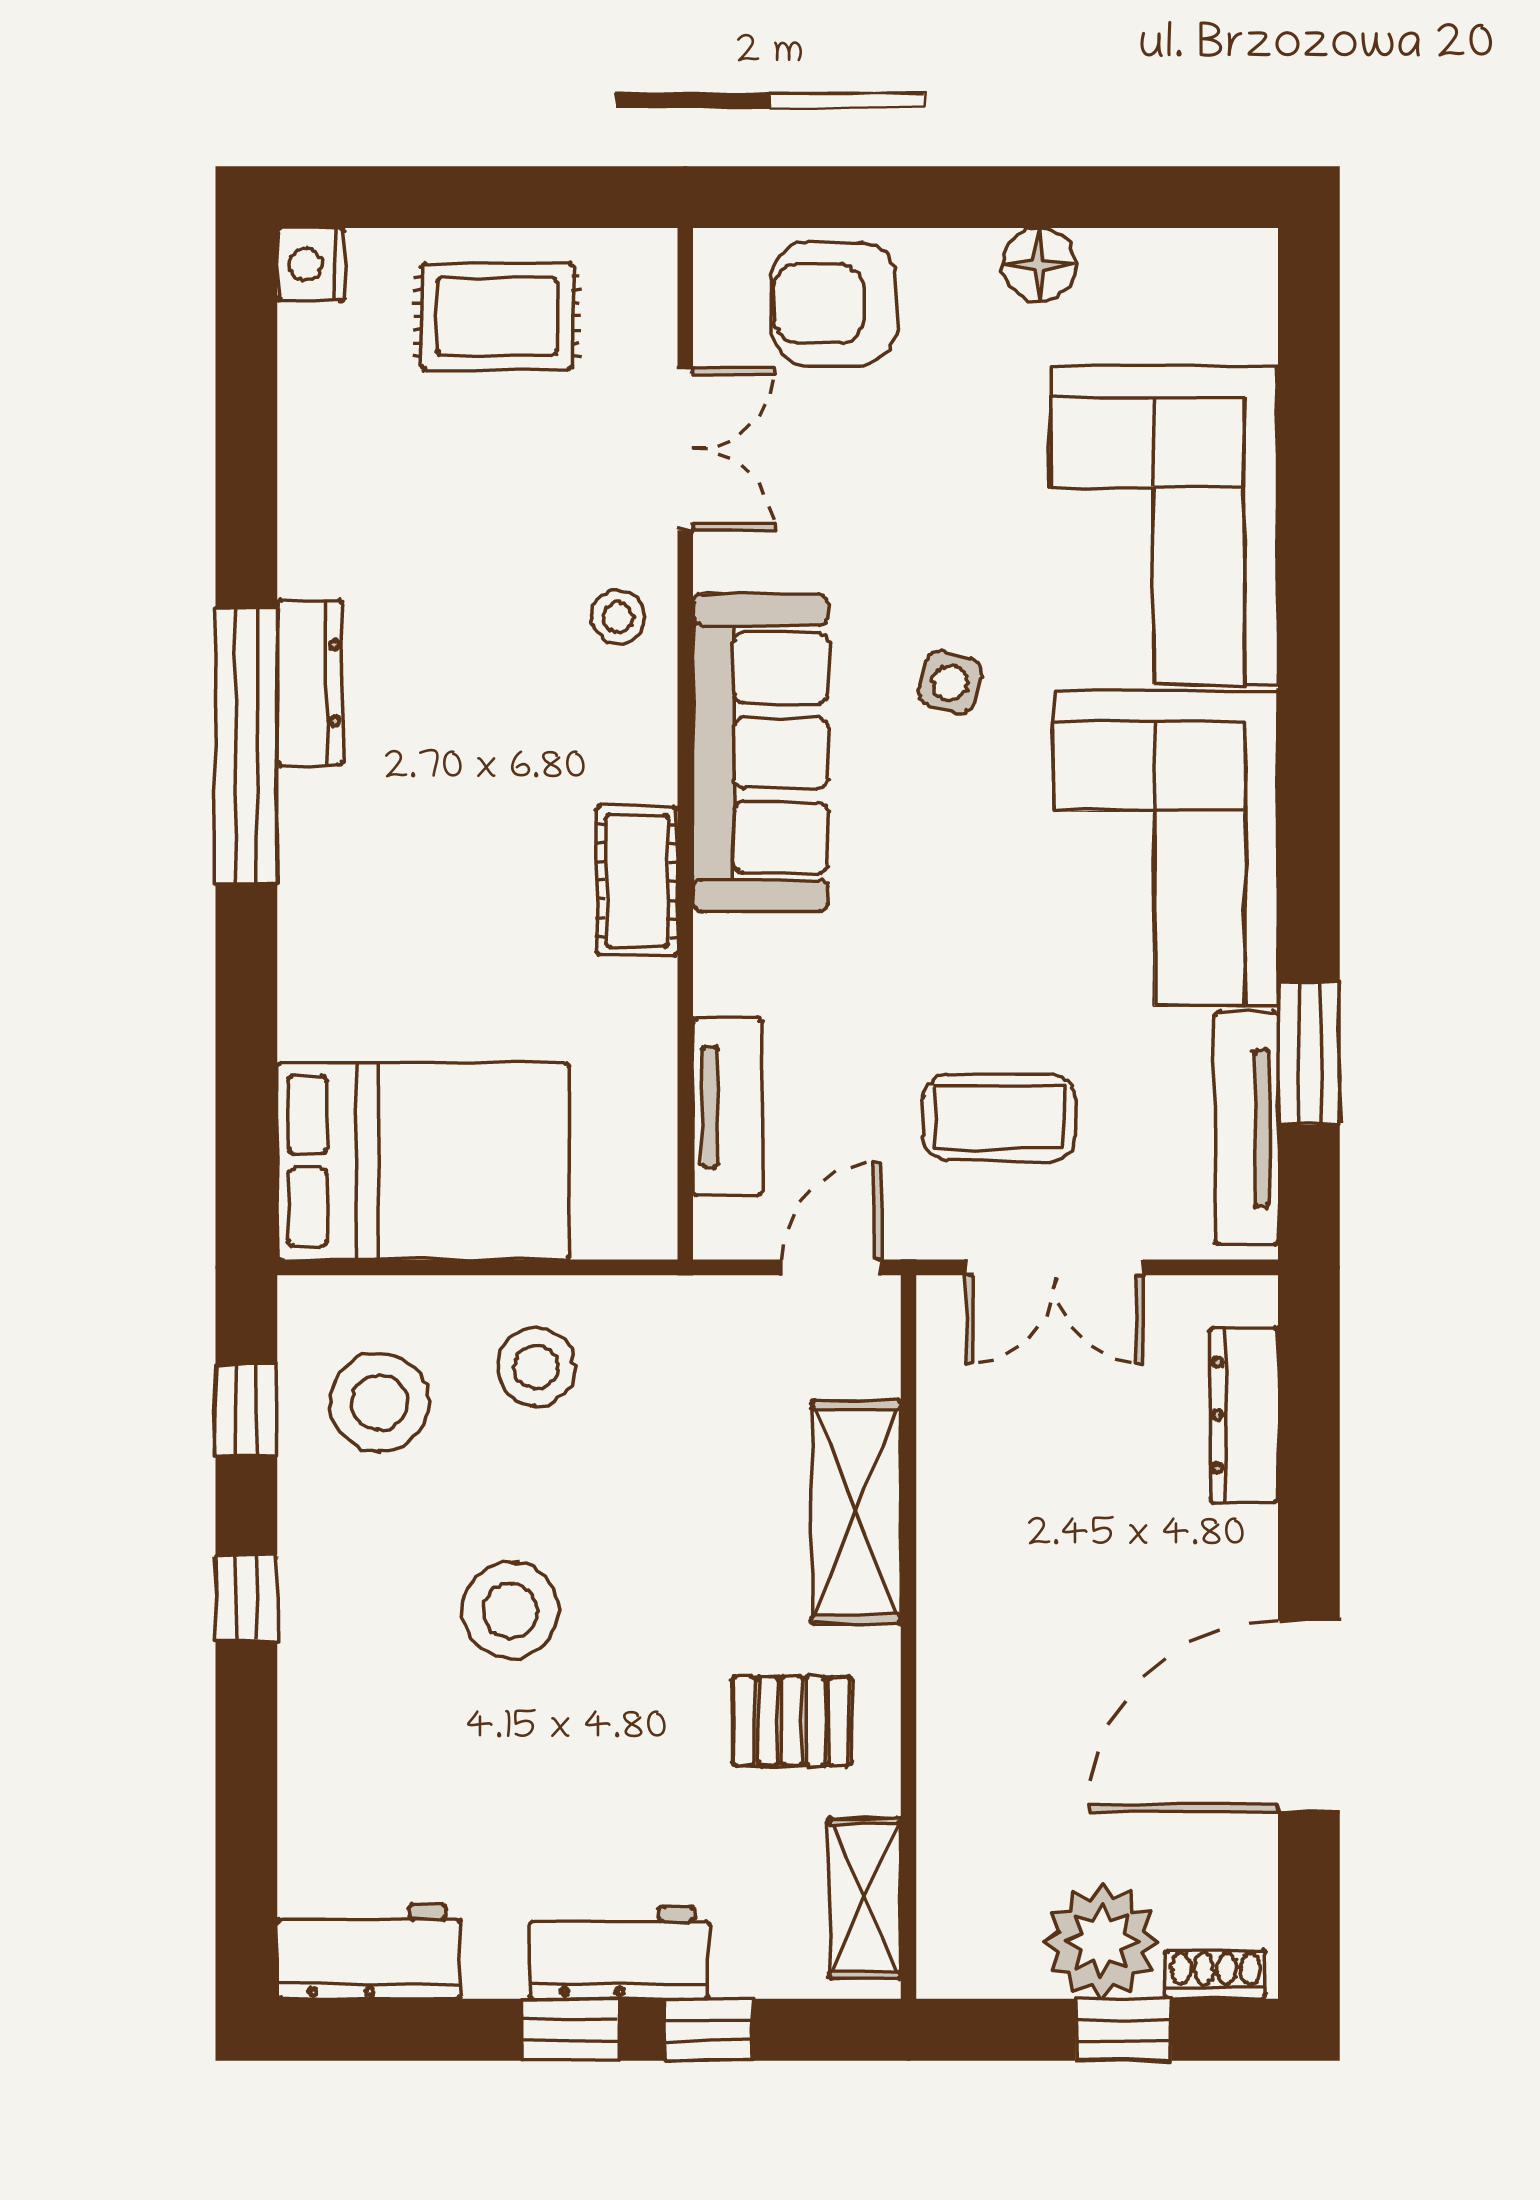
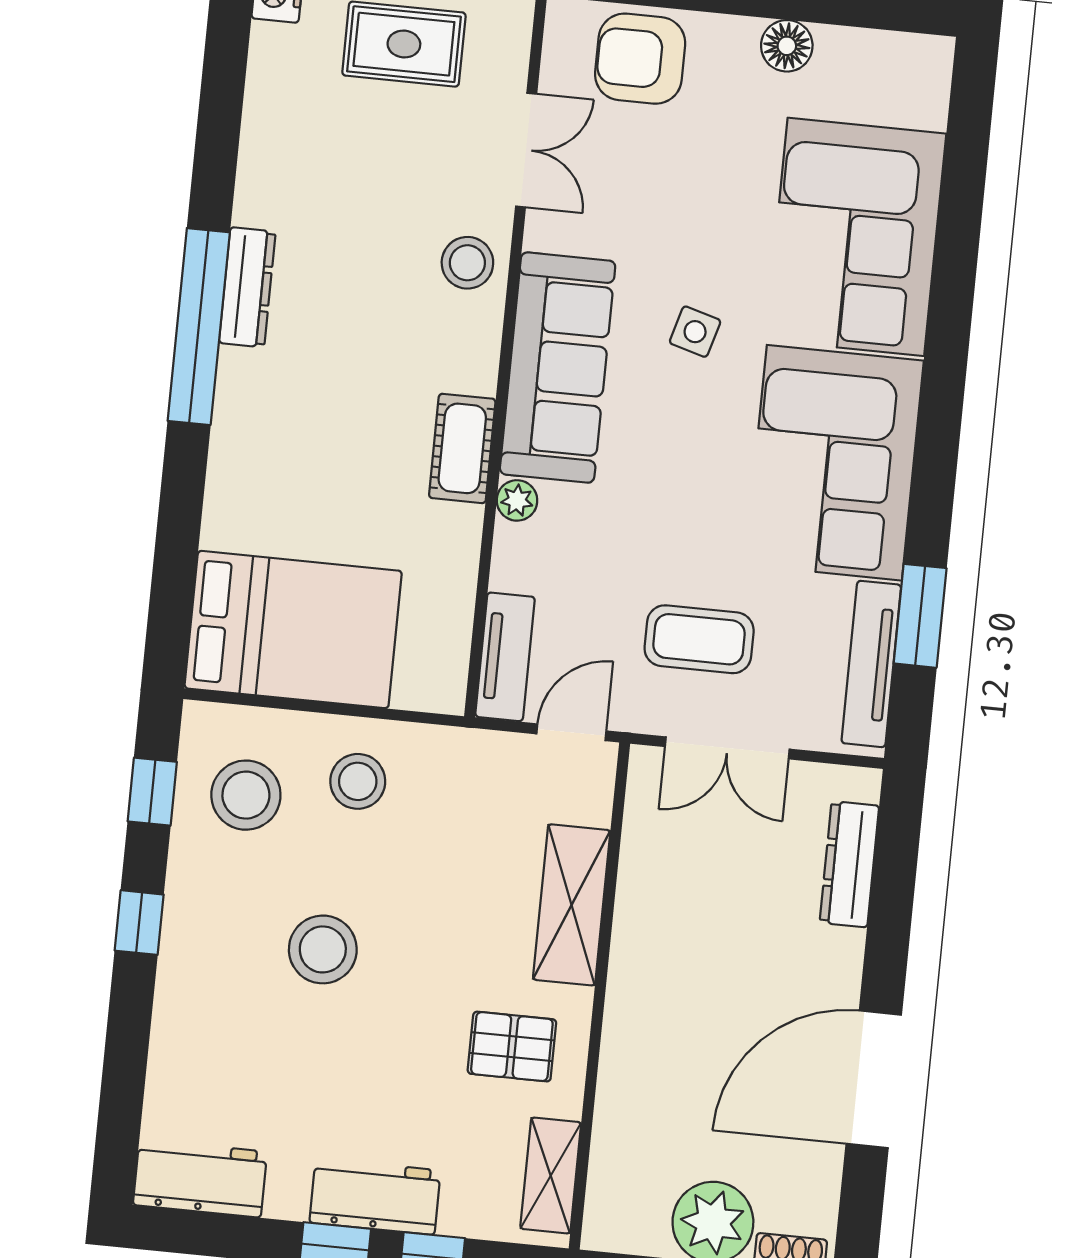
stool: (618, 617) -> (467, 263), width x1.37, depth x1.37
plant: (722, 947) -> (517, 500), added
tv unit: (727, 1107) -> (505, 657), moved

